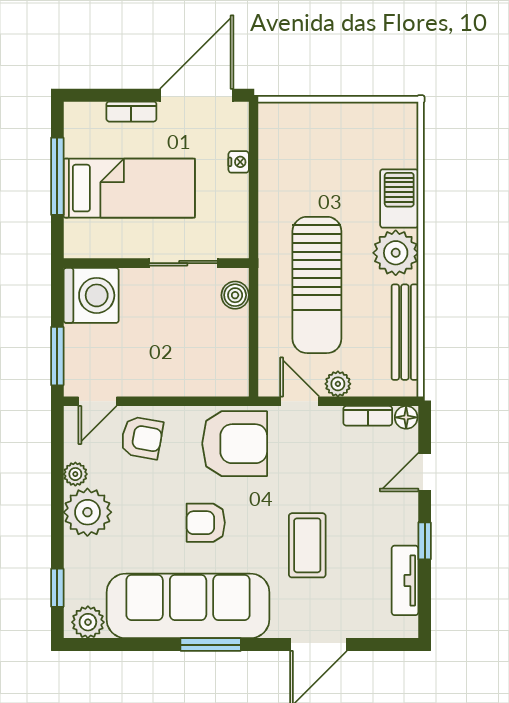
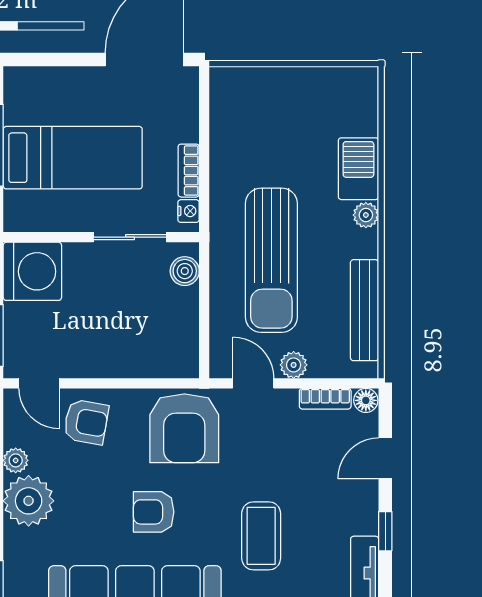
bookcase: (131, 112) -> (189, 171), moved, turned 90
nightstand: (239, 162) -> (188, 211), moved
plant: (396, 253) -> (366, 215), width x0.53, depth x0.53
door: (98, 401) -> (39, 383), hinge flipped
armchair: (235, 444) -> (184, 428), turned 90

